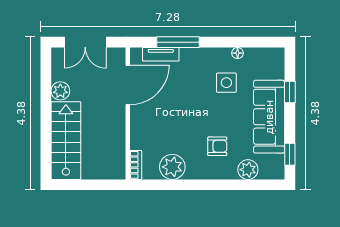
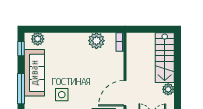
window: (290, 92) -> (21, 89), width x2.17
armchair: (217, 146) -> (68, 54), removed
plant: (248, 170) -> (38, 39), moved

